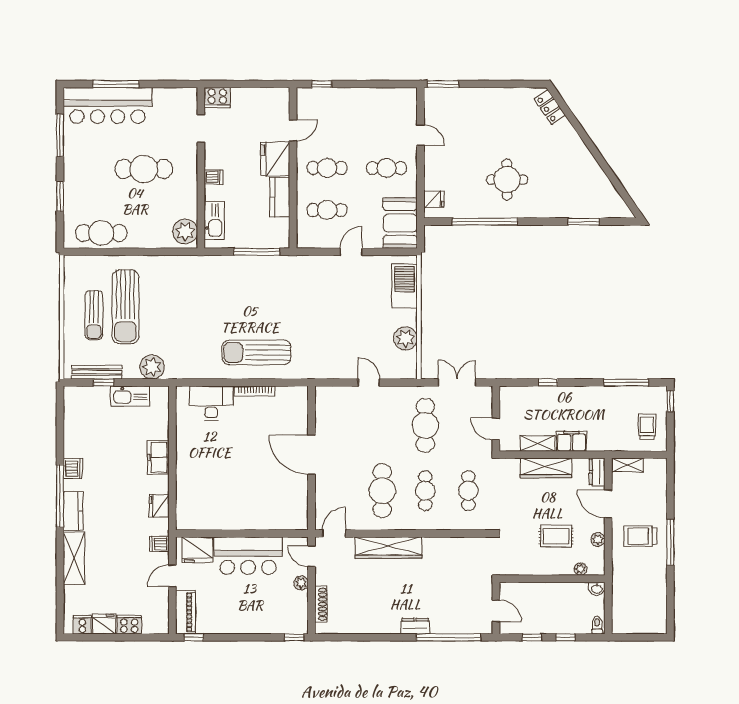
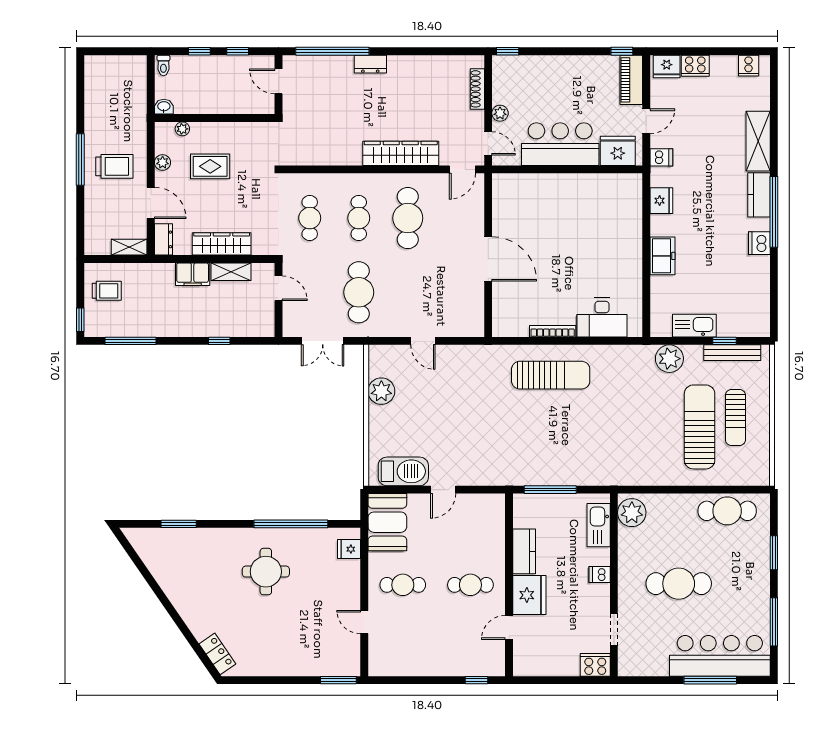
cafe table: (327, 210) -> (470, 537), removed
barbecue: (404, 286) -> (403, 471), moved, turned -90
sun lounger: (94, 315) -> (735, 417), turned 180
trolley: (647, 427) -> (107, 291), turned -90
fridge: (104, 624) -> (667, 66), moved

